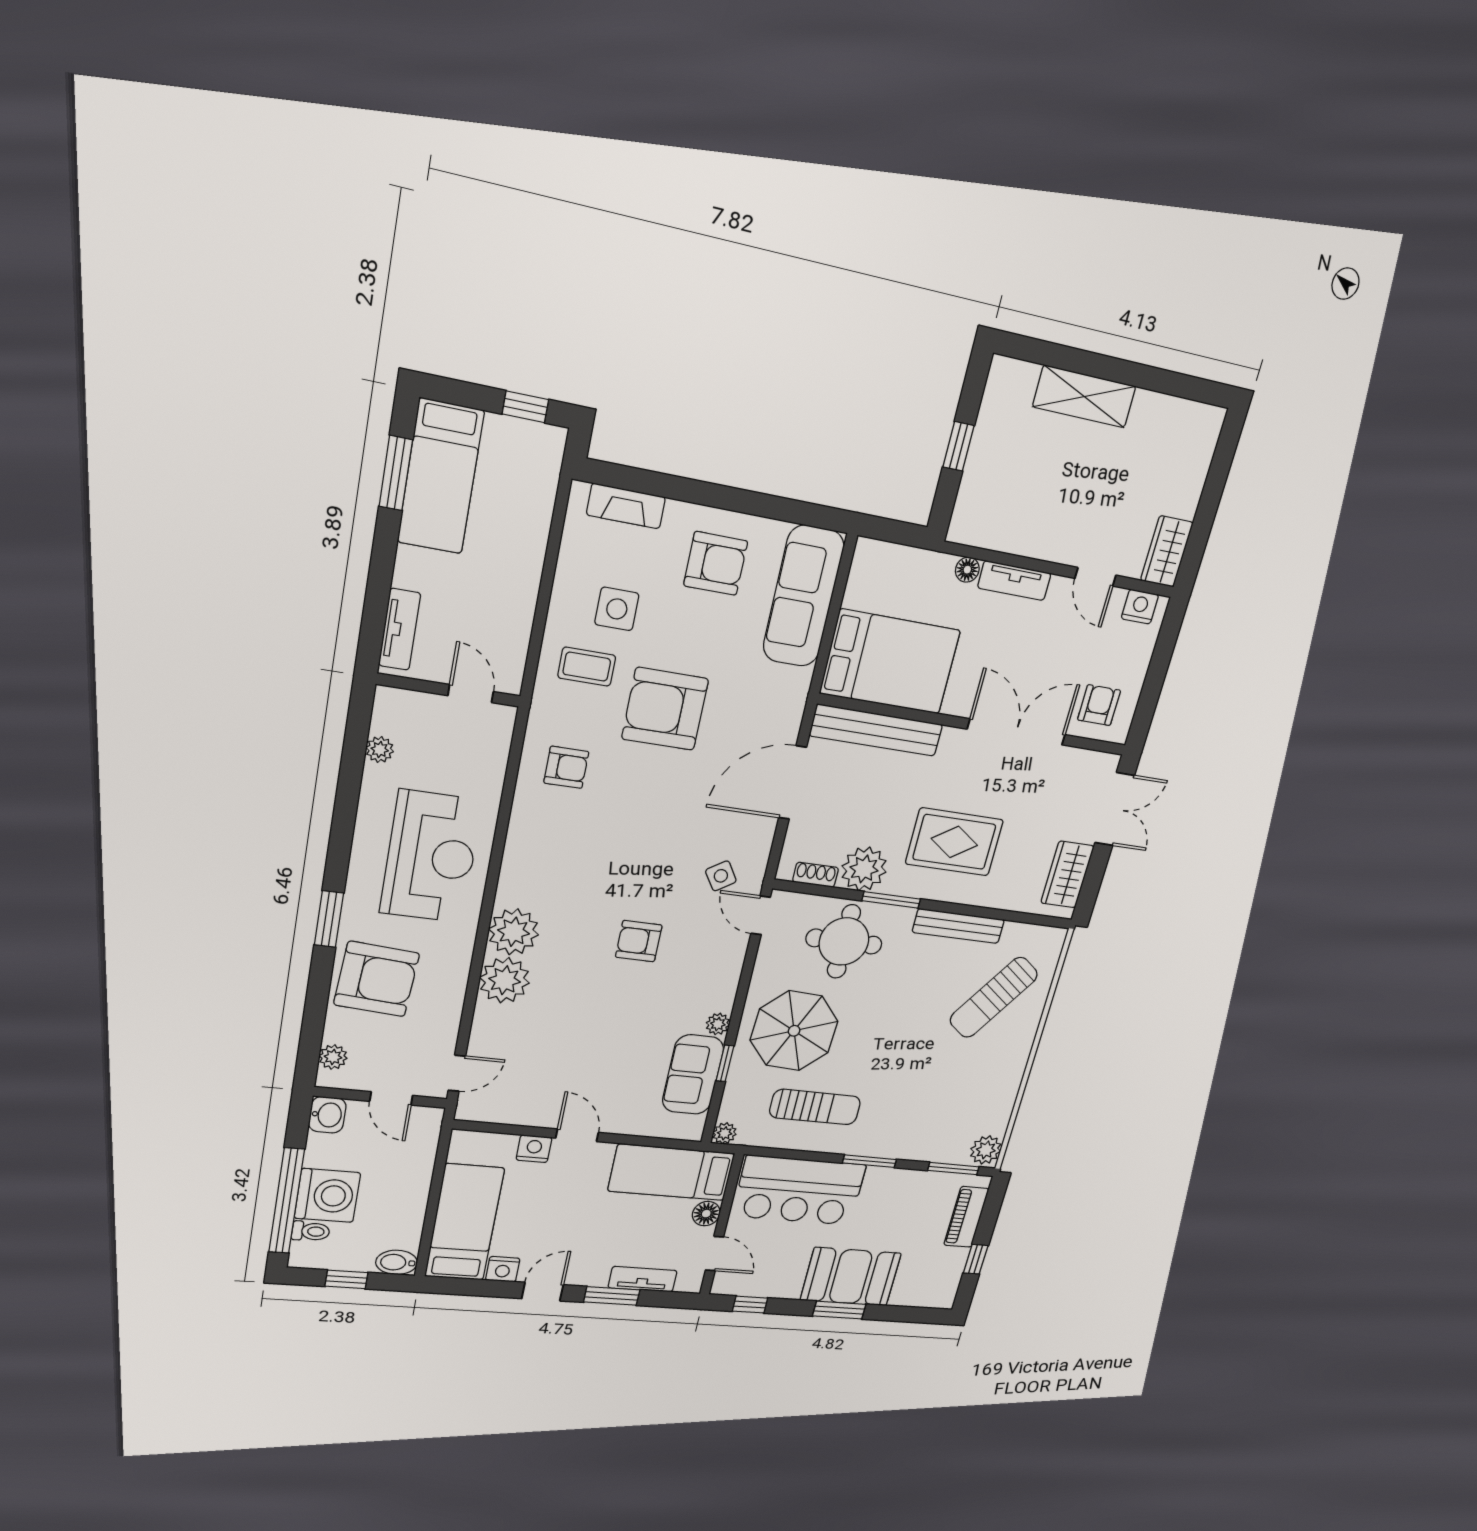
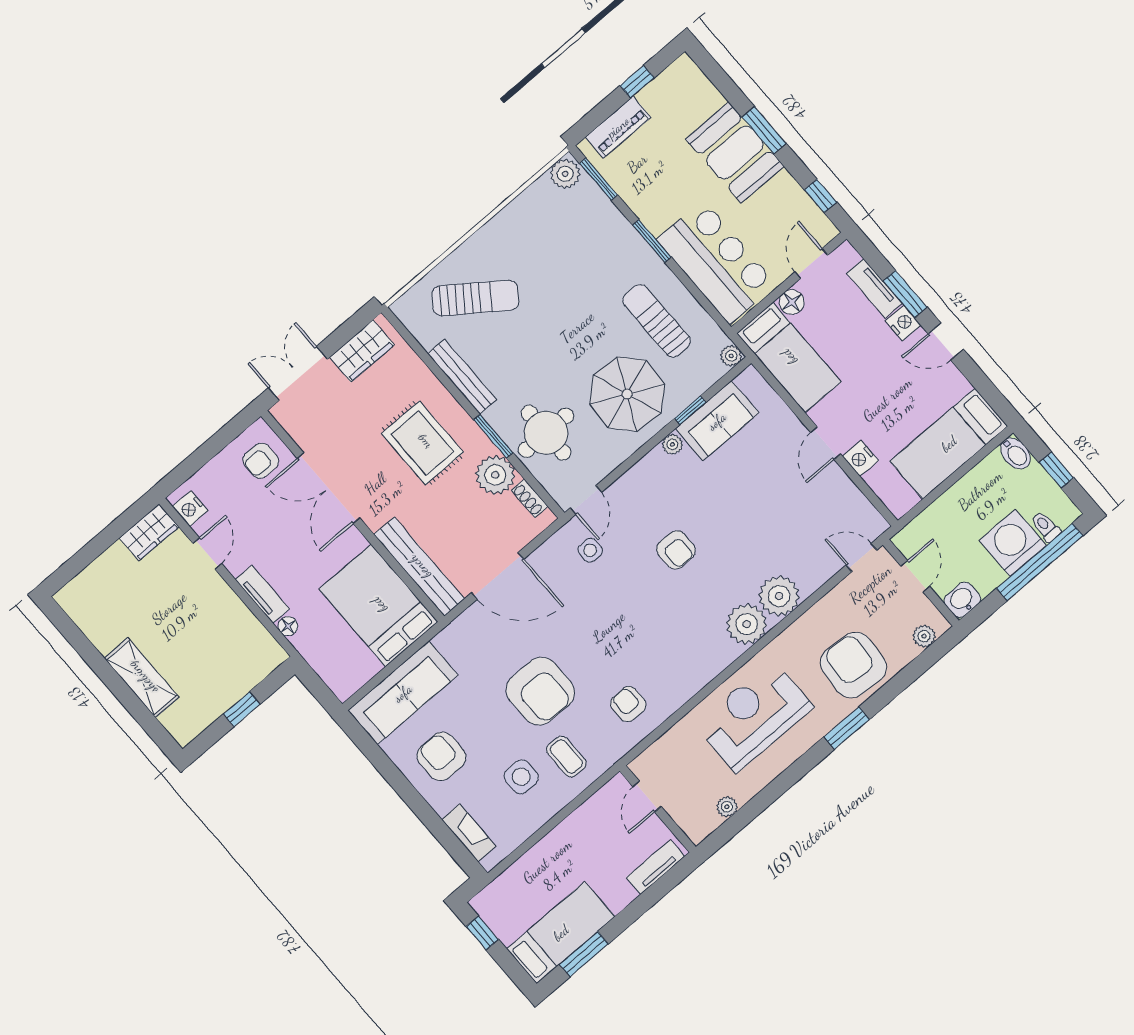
side table: (721, 876) -> (590, 550), turned 33
nightstand: (503, 1269) -> (903, 323), moved

